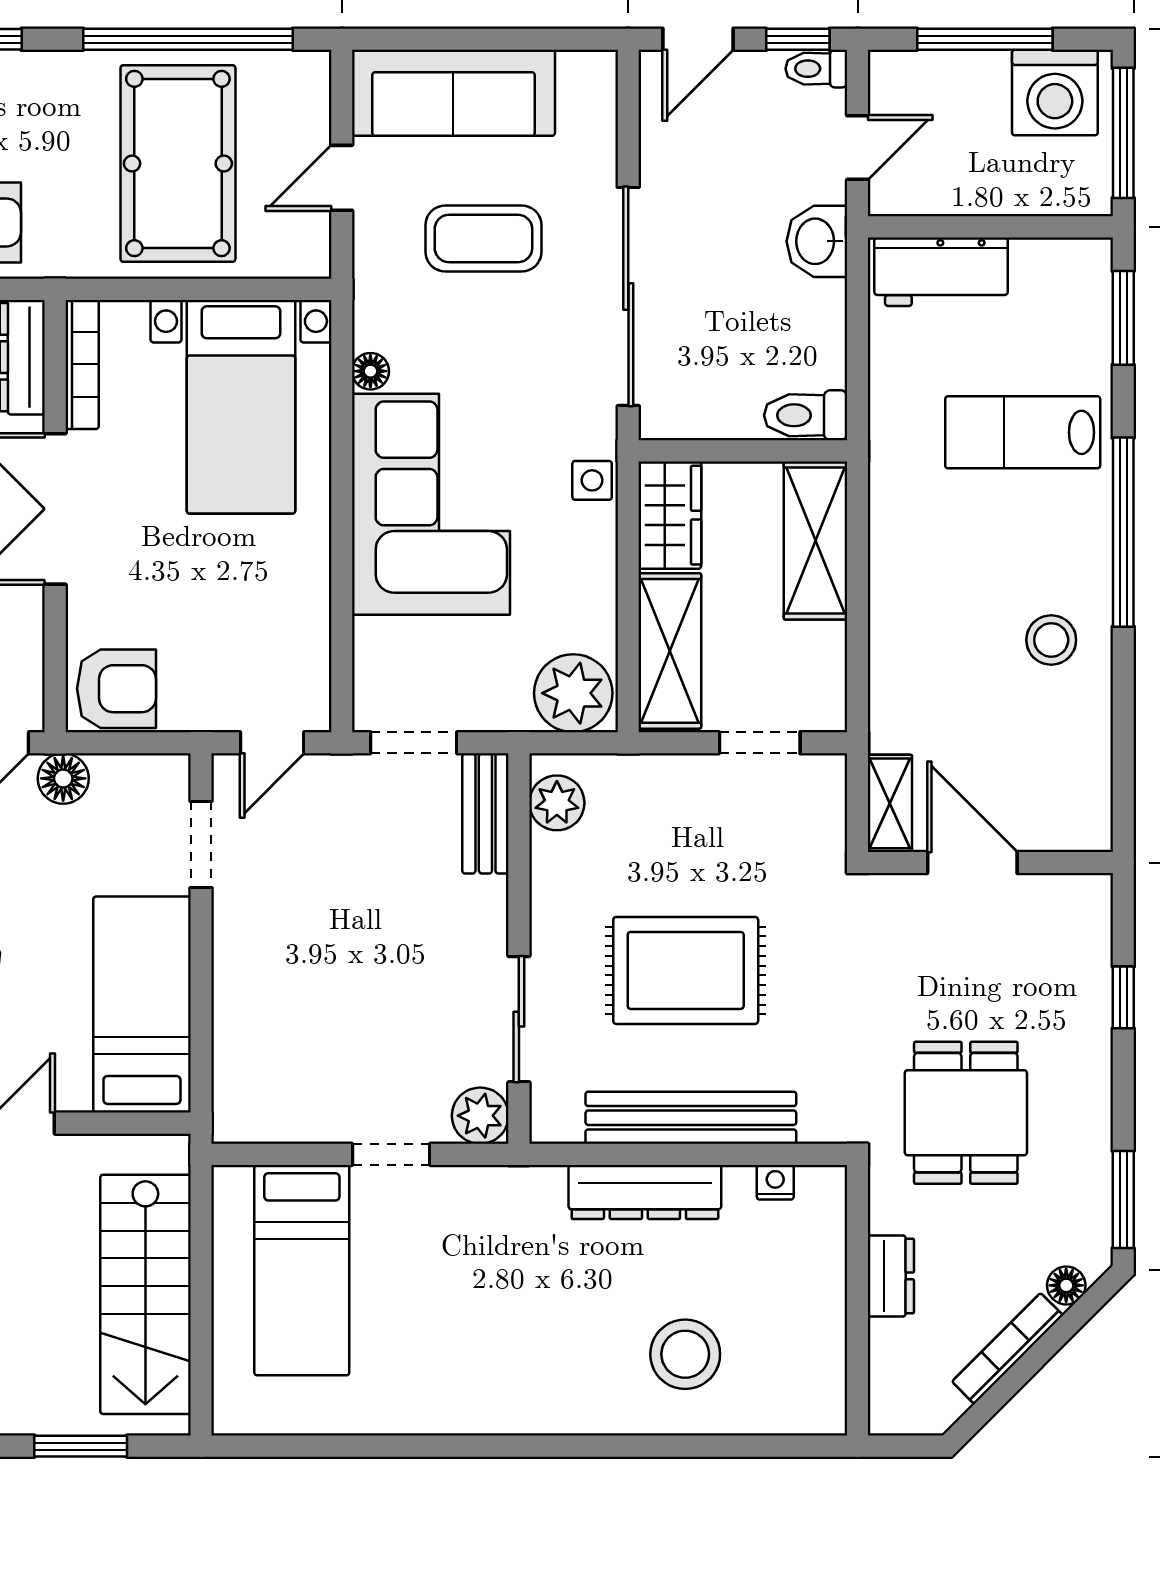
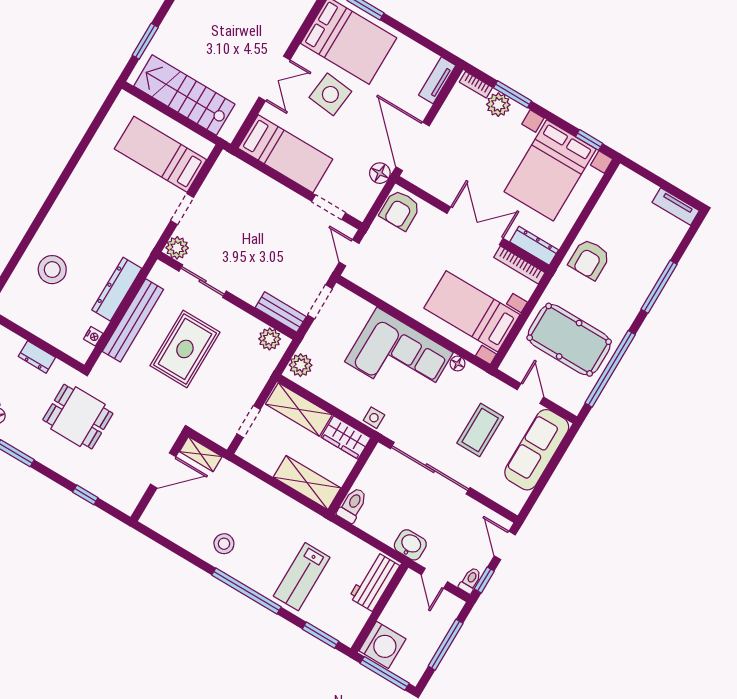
washing machine: (1055, 93) -> (382, 645), moved, turned 180
lab bench: (1023, 432) -> (302, 577), turned 180
plant: (573, 693) -> (301, 365), width x0.73, depth x0.73

